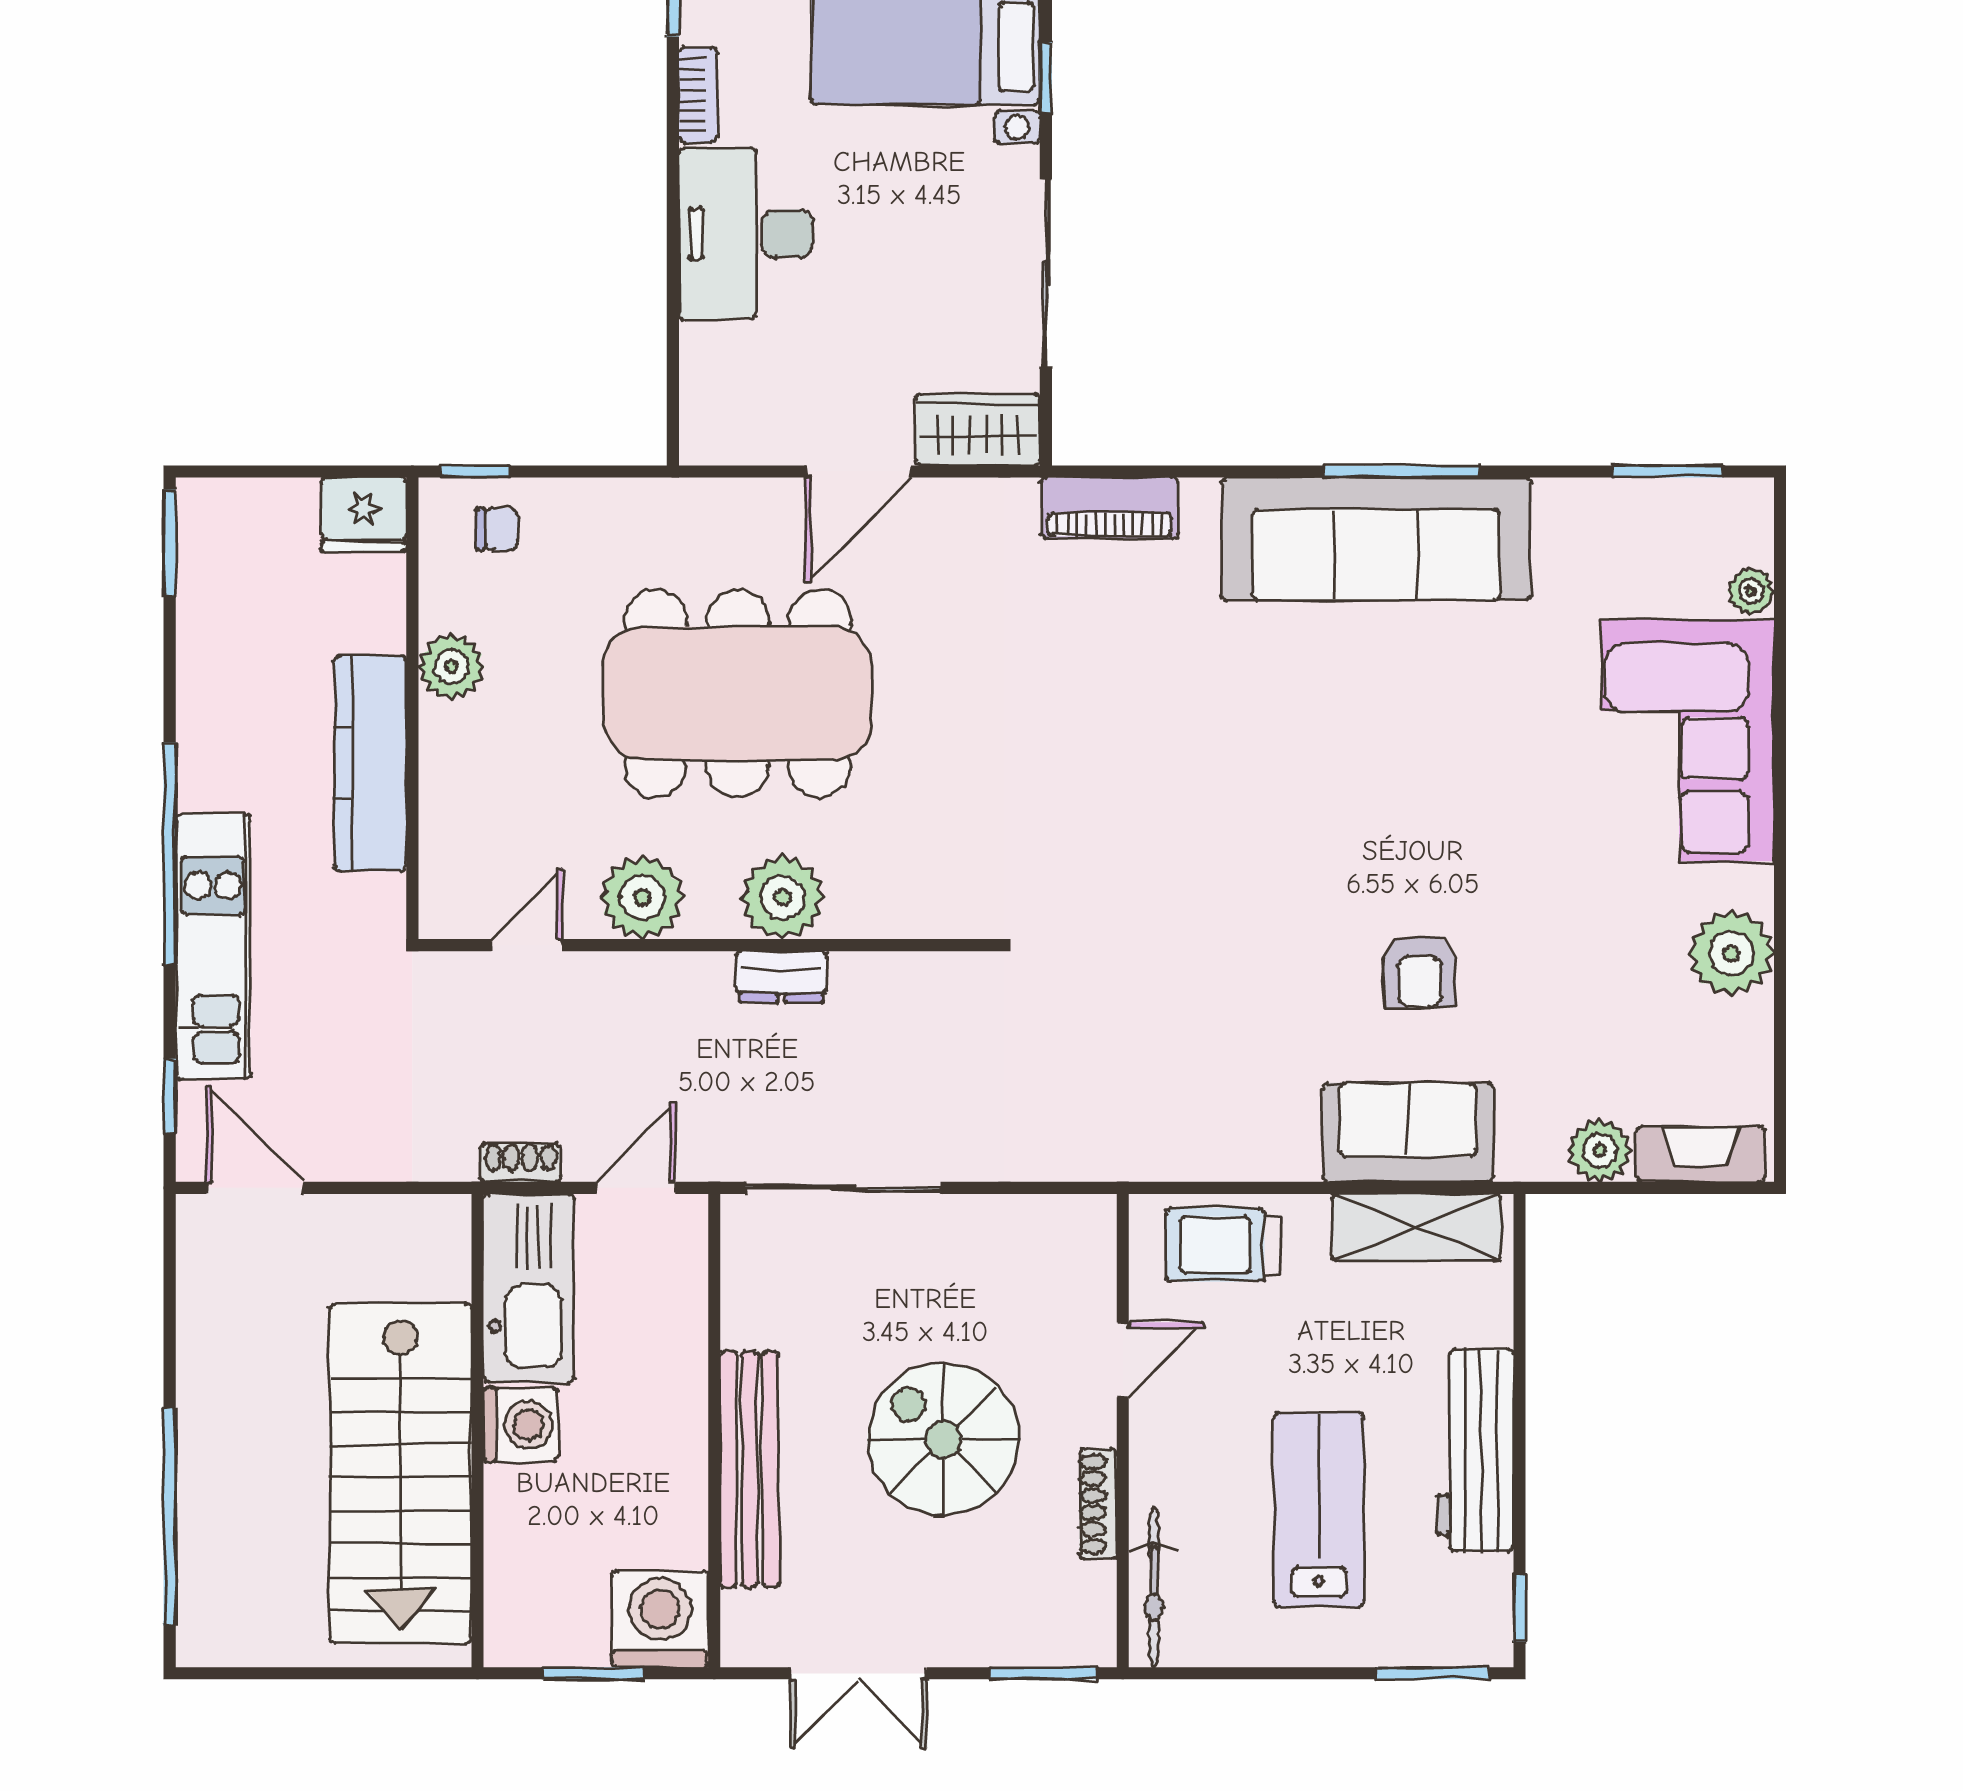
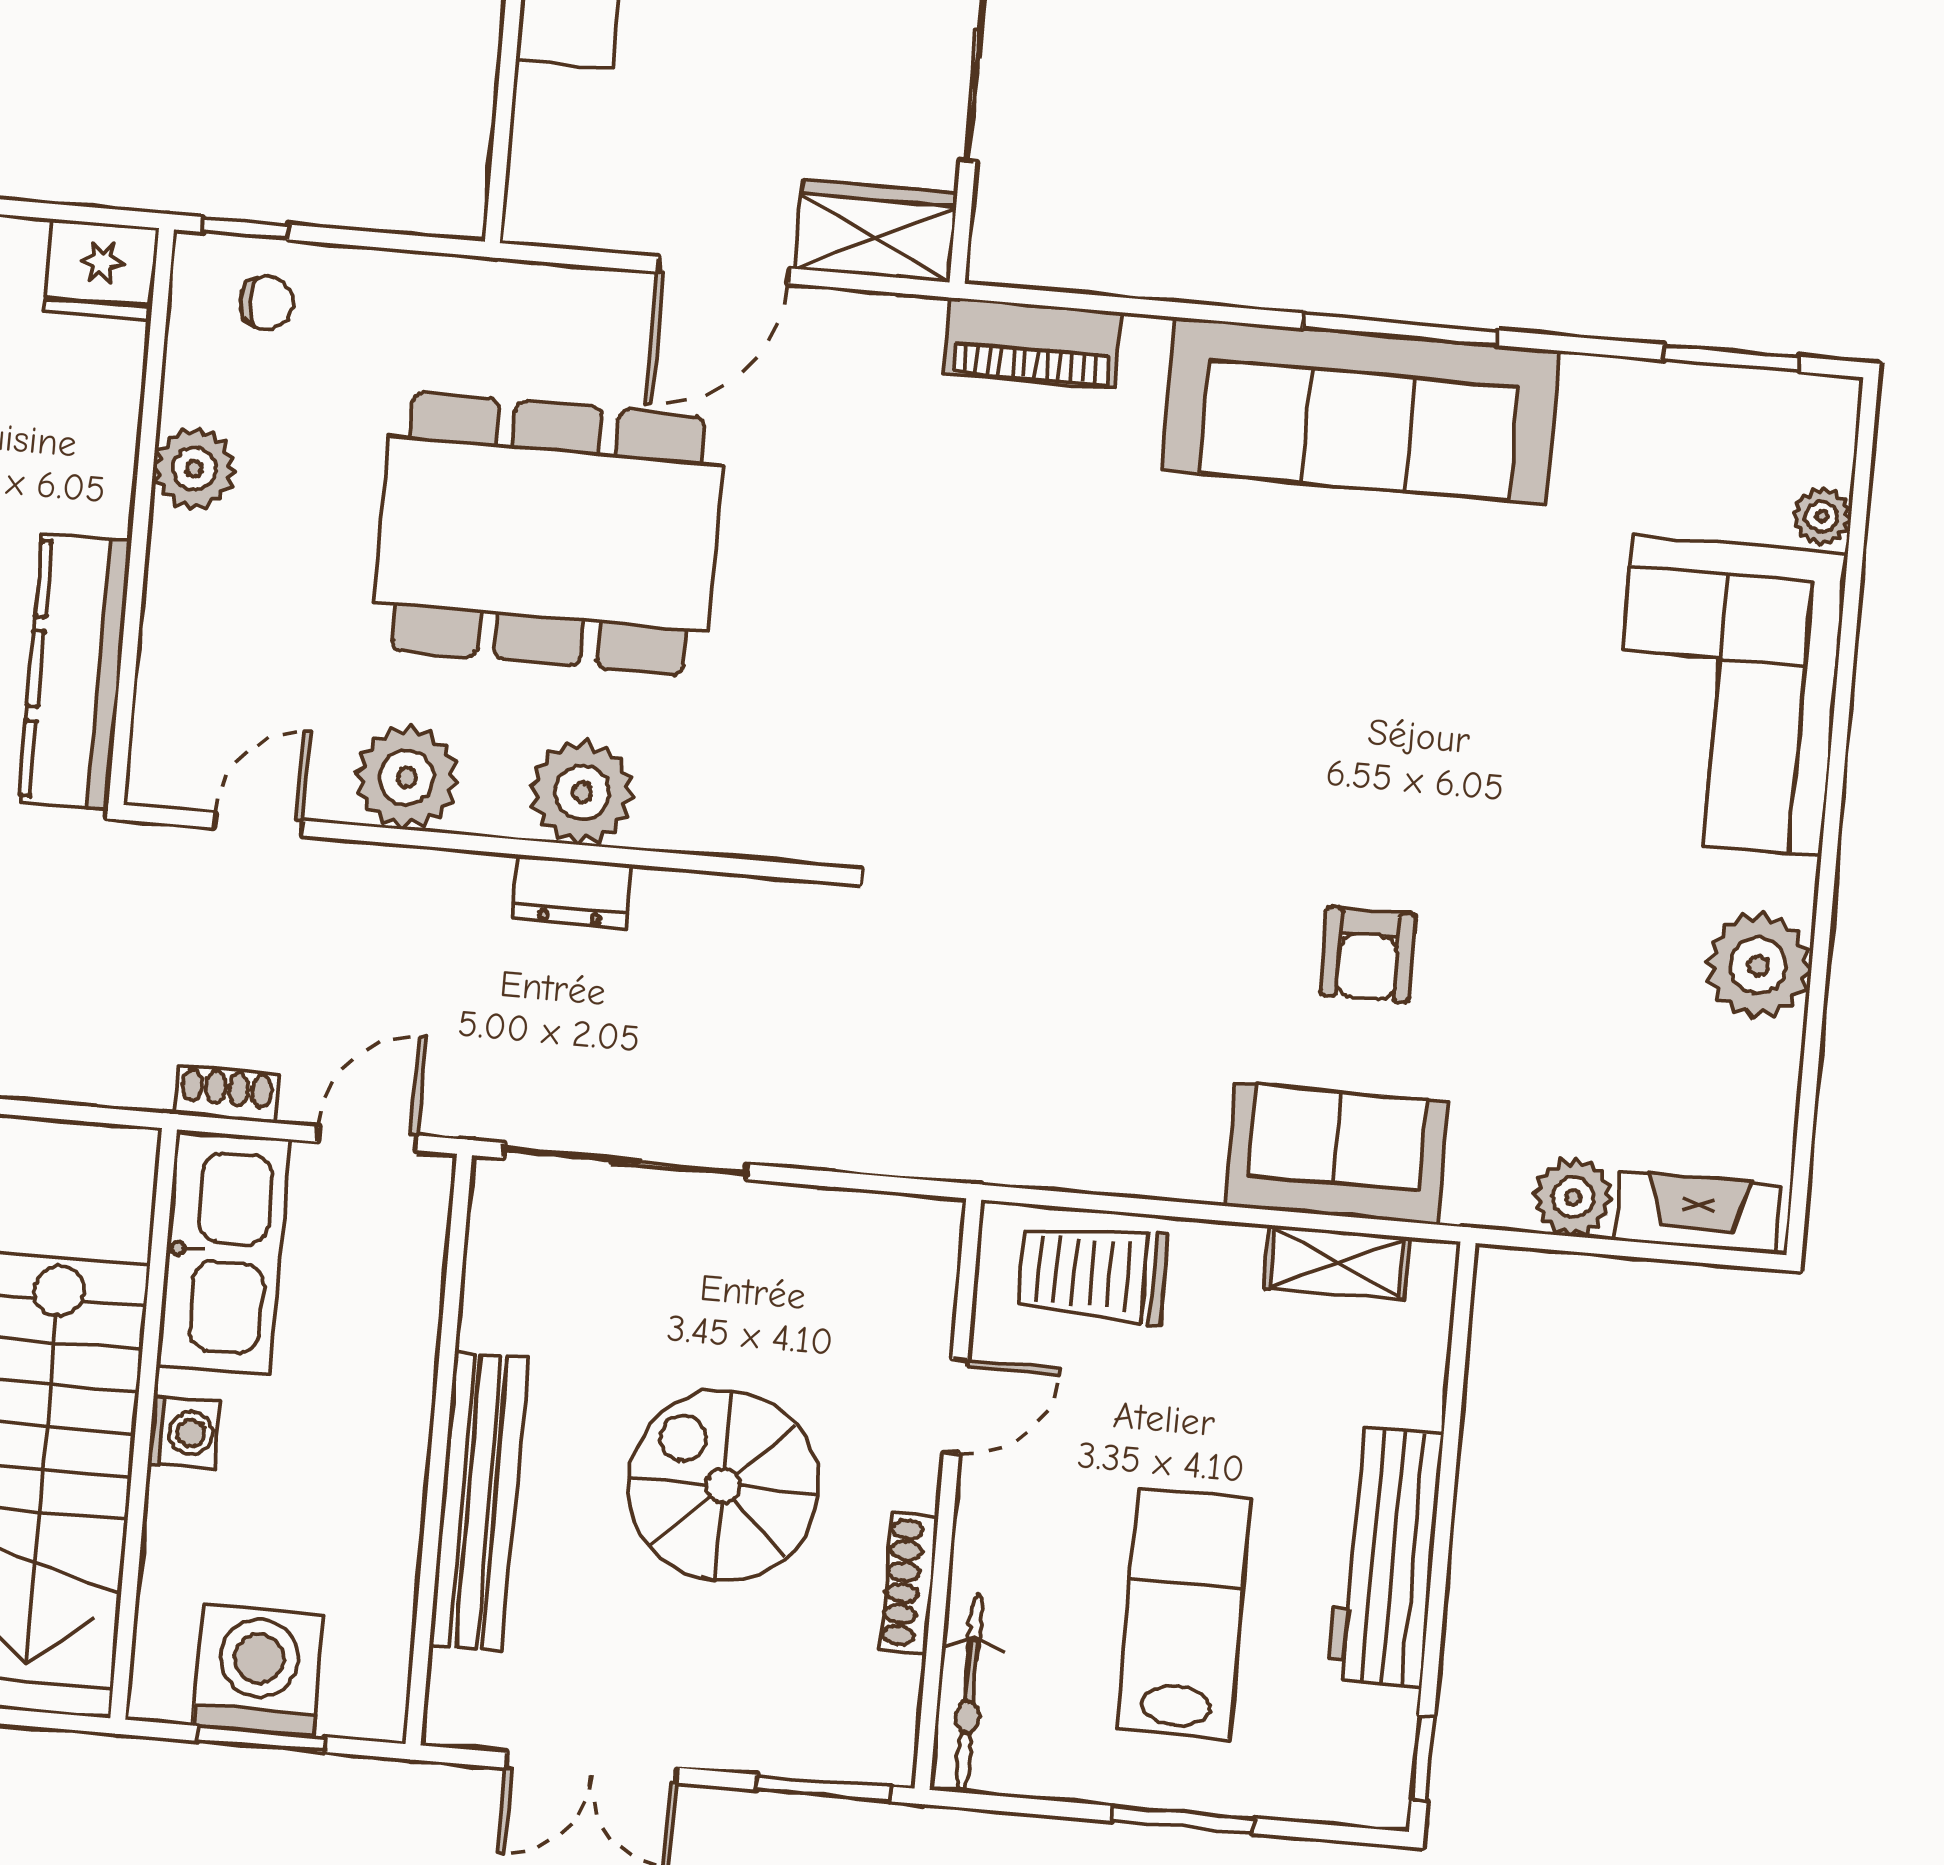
kitchen counter: (370, 763) -> (75, 672), moved
shelving: (1416, 1227) -> (1337, 1263), width x0.67, depth x0.75
washing machine: (521, 1425) -> (184, 1433), width x0.73, depth x0.73
washing machine: (660, 1619) -> (258, 1670), moved
window: (1433, 1673) -> (1183, 1820), moved

